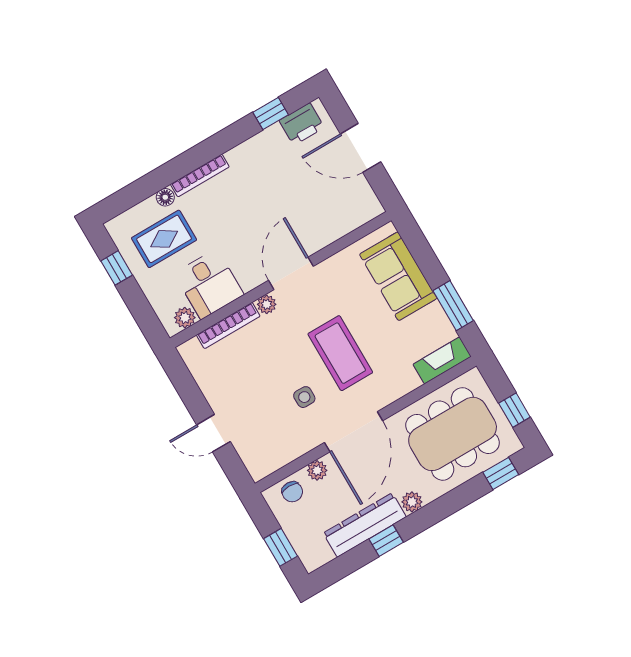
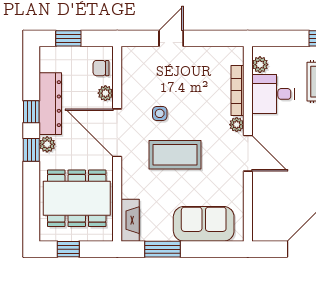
dining table: (453, 434) -> (77, 198), turned 90
window: (501, 473) -> (31, 150), moved

